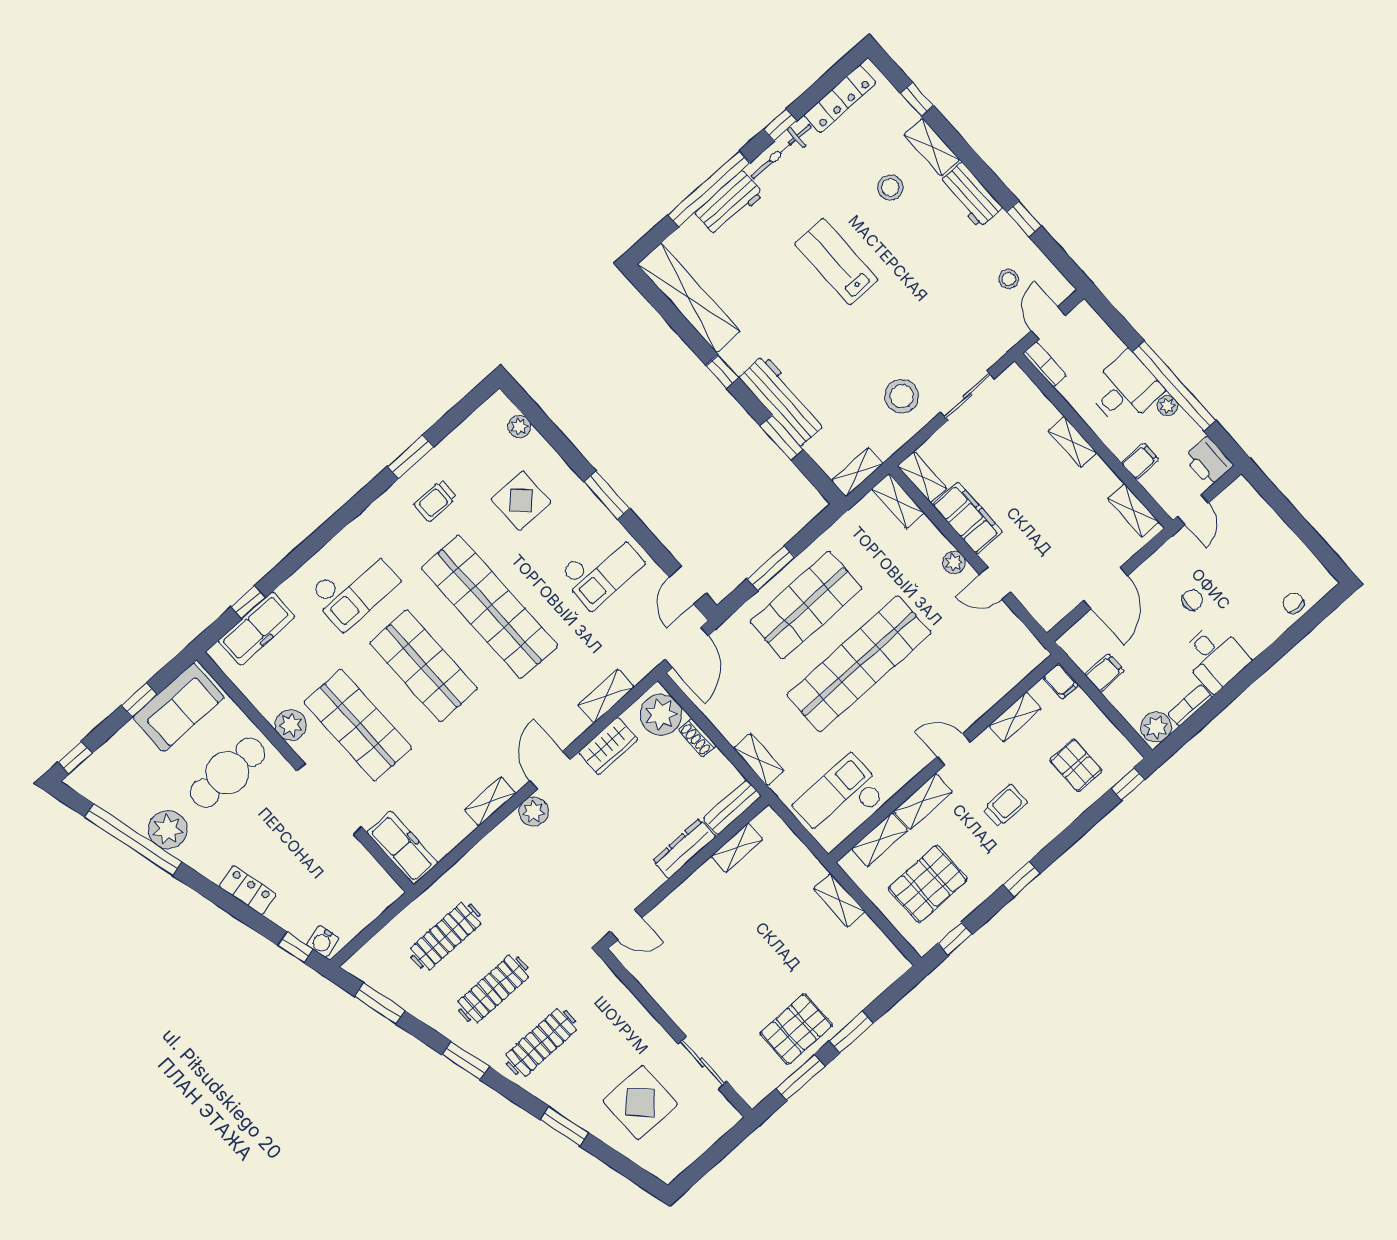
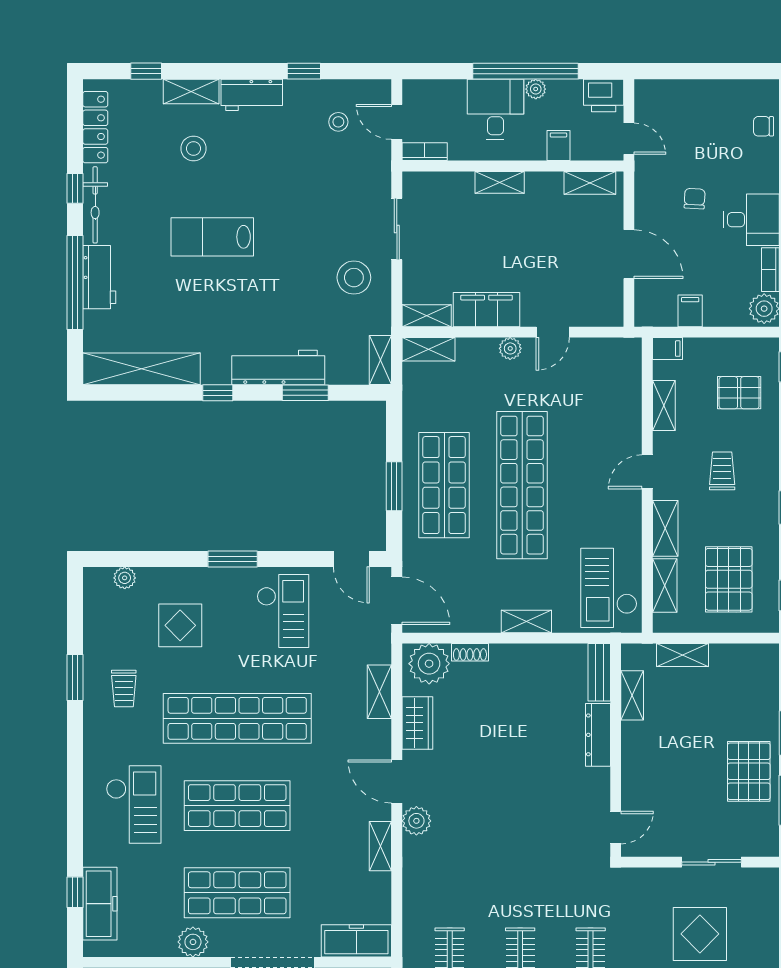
bench: (732, 807) -> (599, 672), moved
shelving: (737, 848) -> (632, 695), moved
dresser: (684, 849) -> (598, 735), moved
wall: (685, 872) -> (616, 750), moved
door: (626, 925) -> (616, 828), moved

